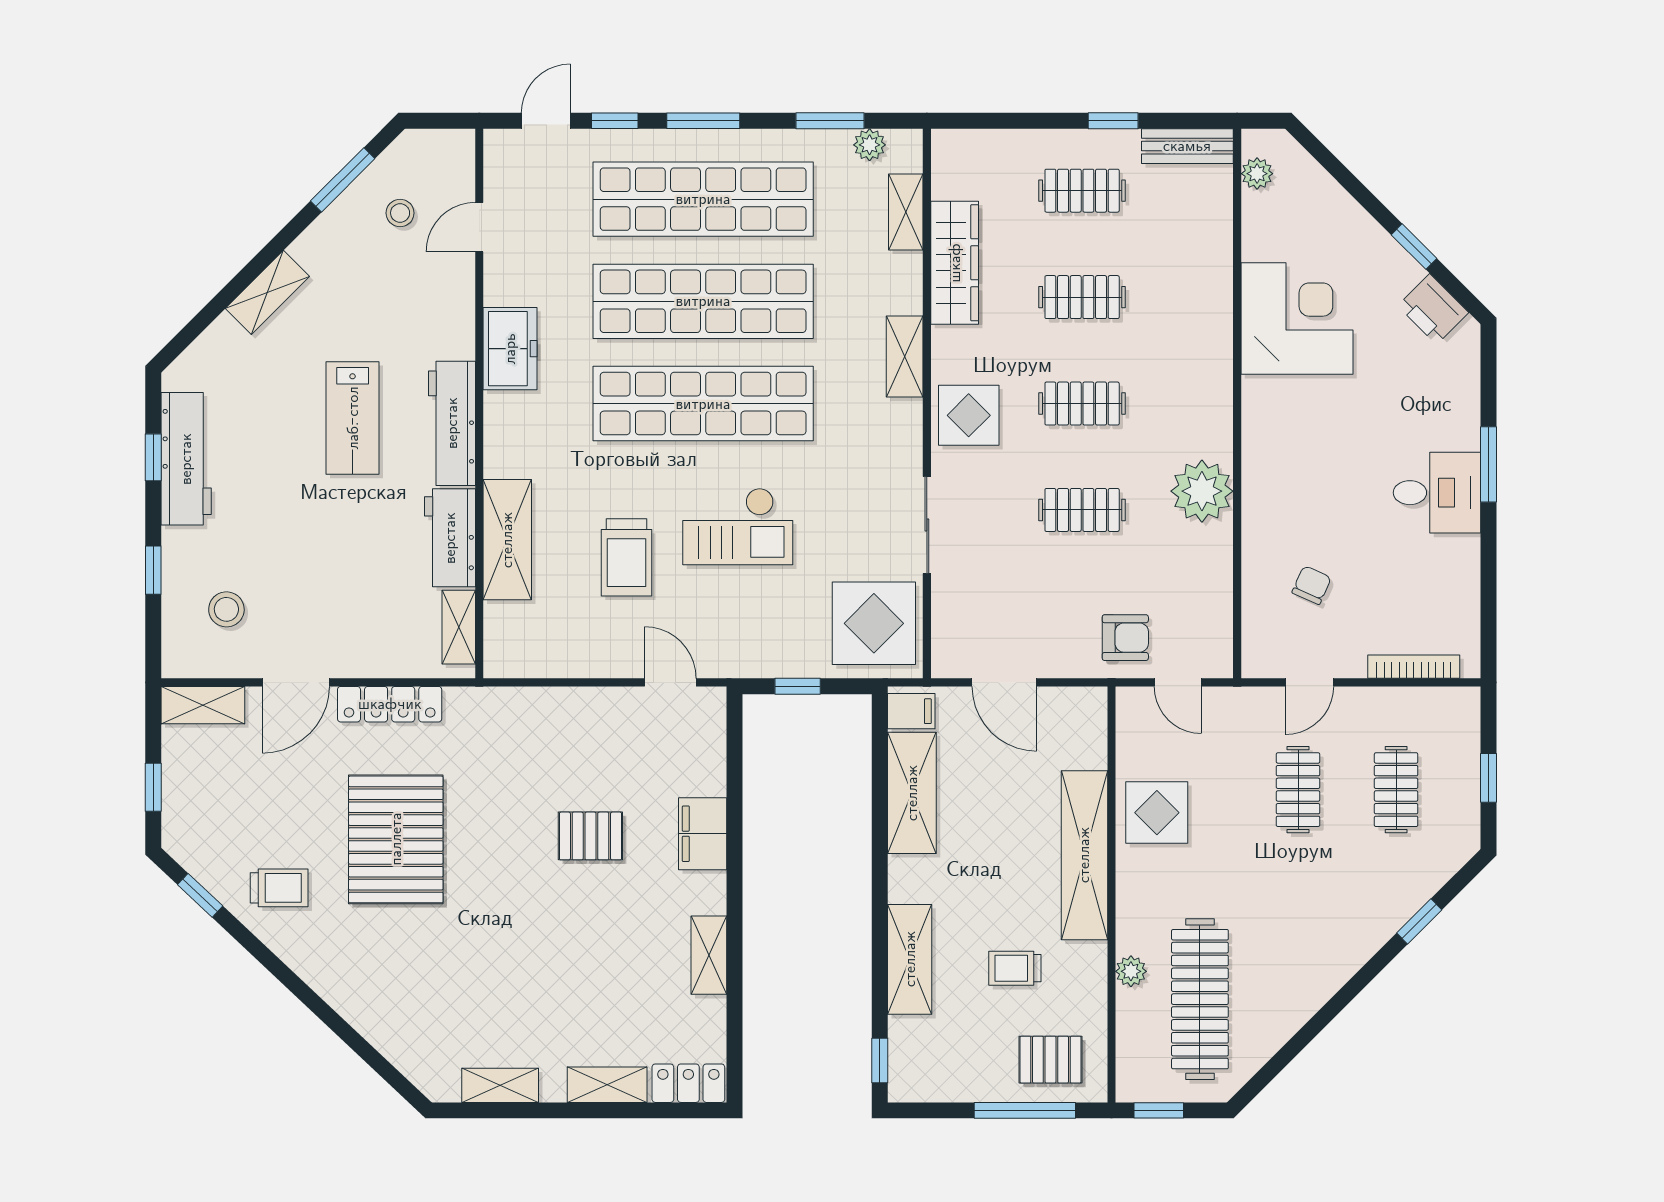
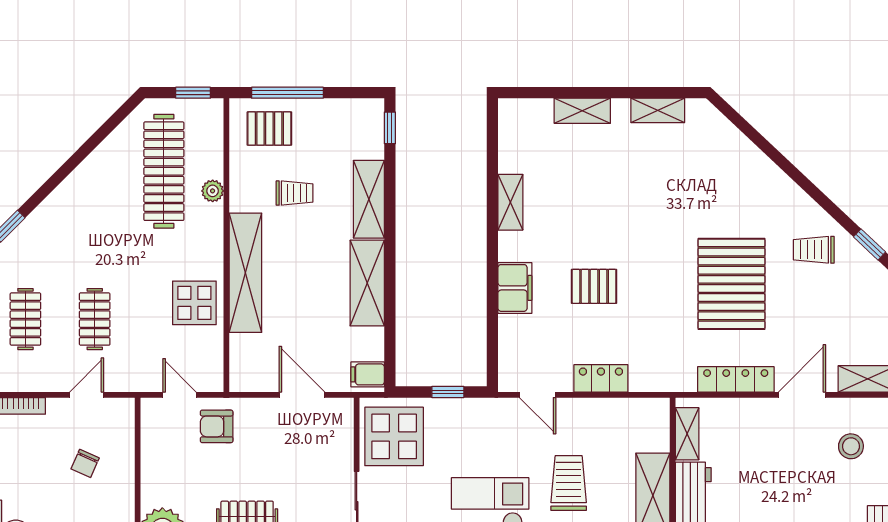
shelving: (912, 793) -> (367, 283), moved
locker: (688, 1083) -> (601, 378), moved, turned 180

